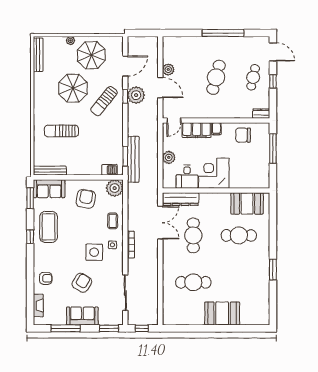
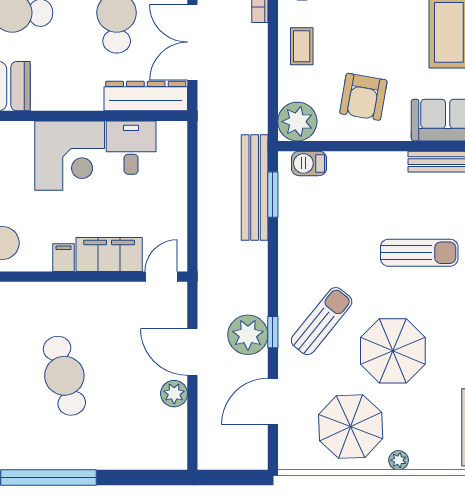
cafe table: (216, 77) -> (64, 376), turned -30
plant: (169, 157) -> (173, 192), removed

